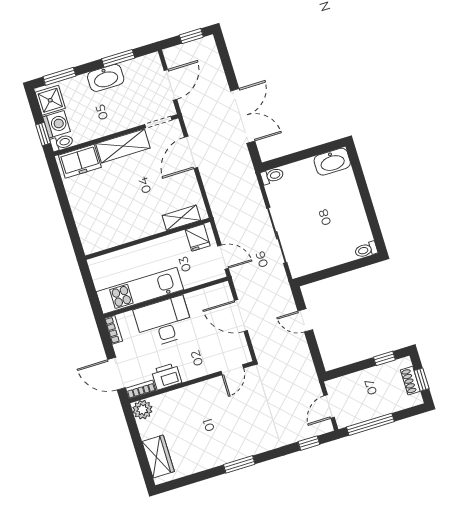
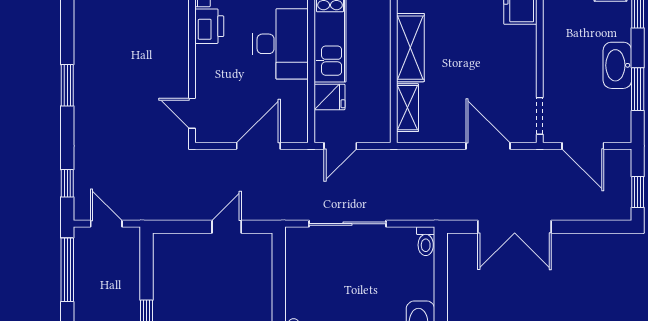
shelving: (123, 146) -> (410, 48), moved
fridge: (198, 238) -> (329, 97), moved, turned 180

